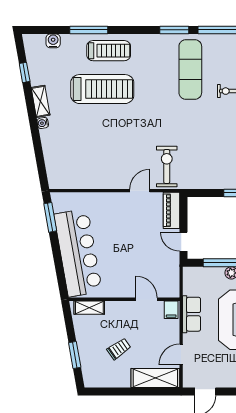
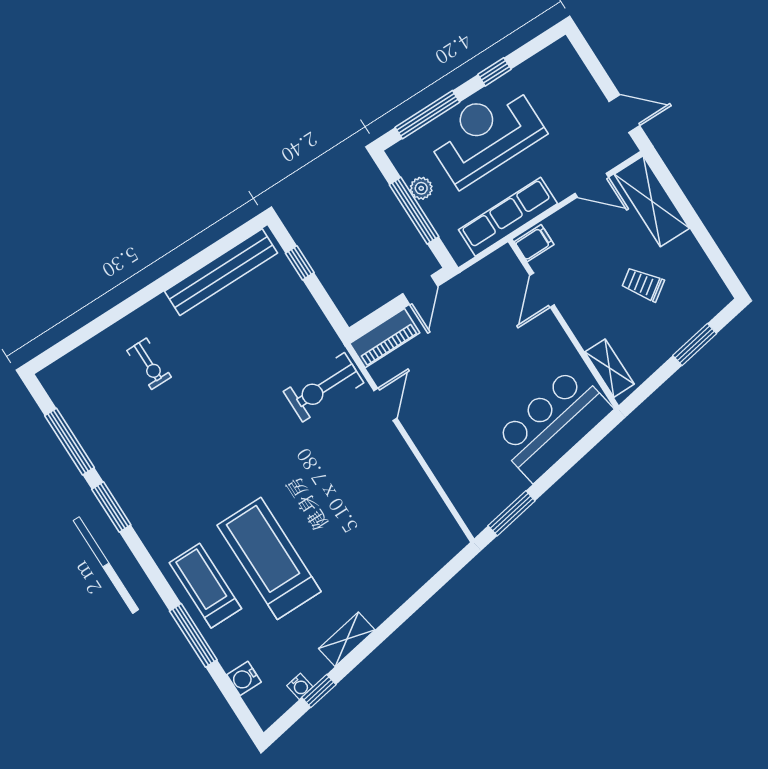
exercise mat: (190, 69) -> (155, 445), removed
water cooler: (43, 123) -> (300, 686), moved
door: (140, 191) -> (385, 404), swing flipped
bar counter: (78, 253) -> (553, 424), width x0.73
row of seats: (192, 314) -> (508, 217), width x1.48

